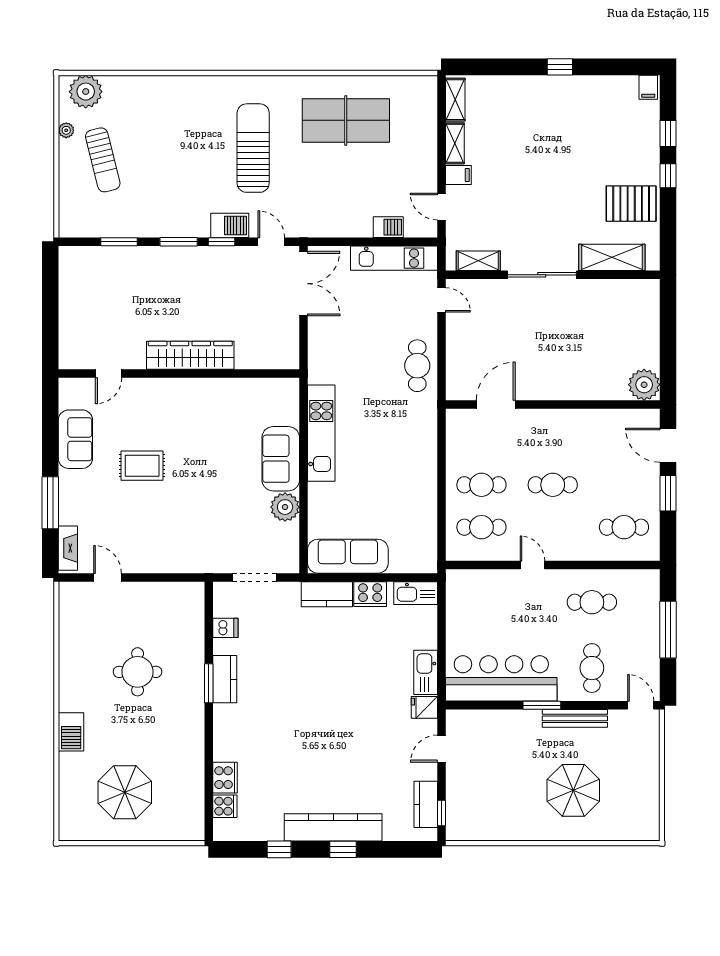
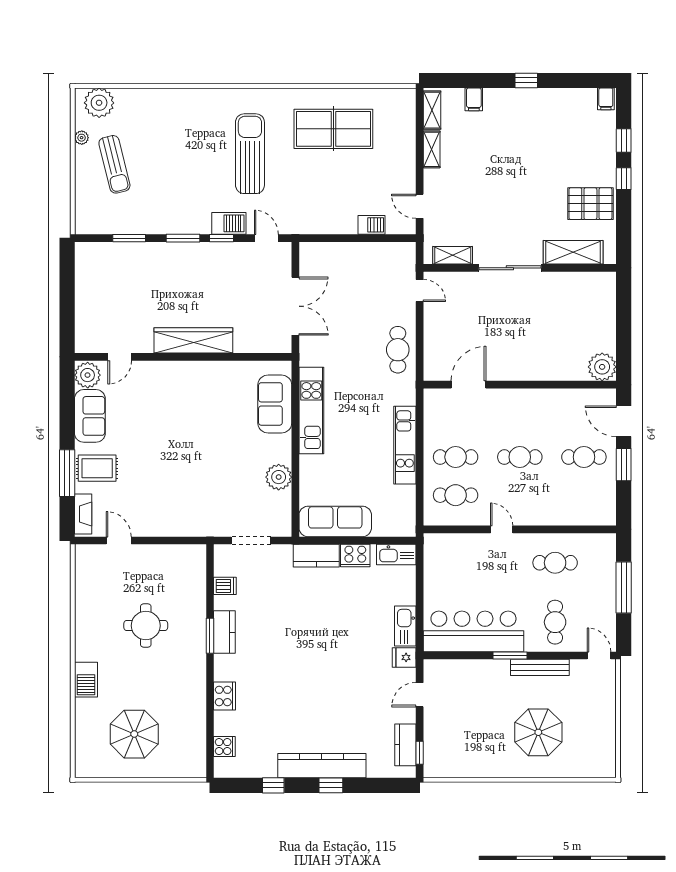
filing cabinet: (458, 175) -> (474, 99), moved, turned 90
kitchen unit: (394, 258) -> (405, 445), moved, turned 90
double door: (304, 284) -> (295, 306), moved
plant: (73, 394) -> (88, 375), added
sofa: (281, 459) -> (275, 404), moved
rug: (142, 466) -> (97, 468), moved
cafe table: (624, 527) -> (584, 457), moved
cooker: (225, 778) -> (225, 696), moved

